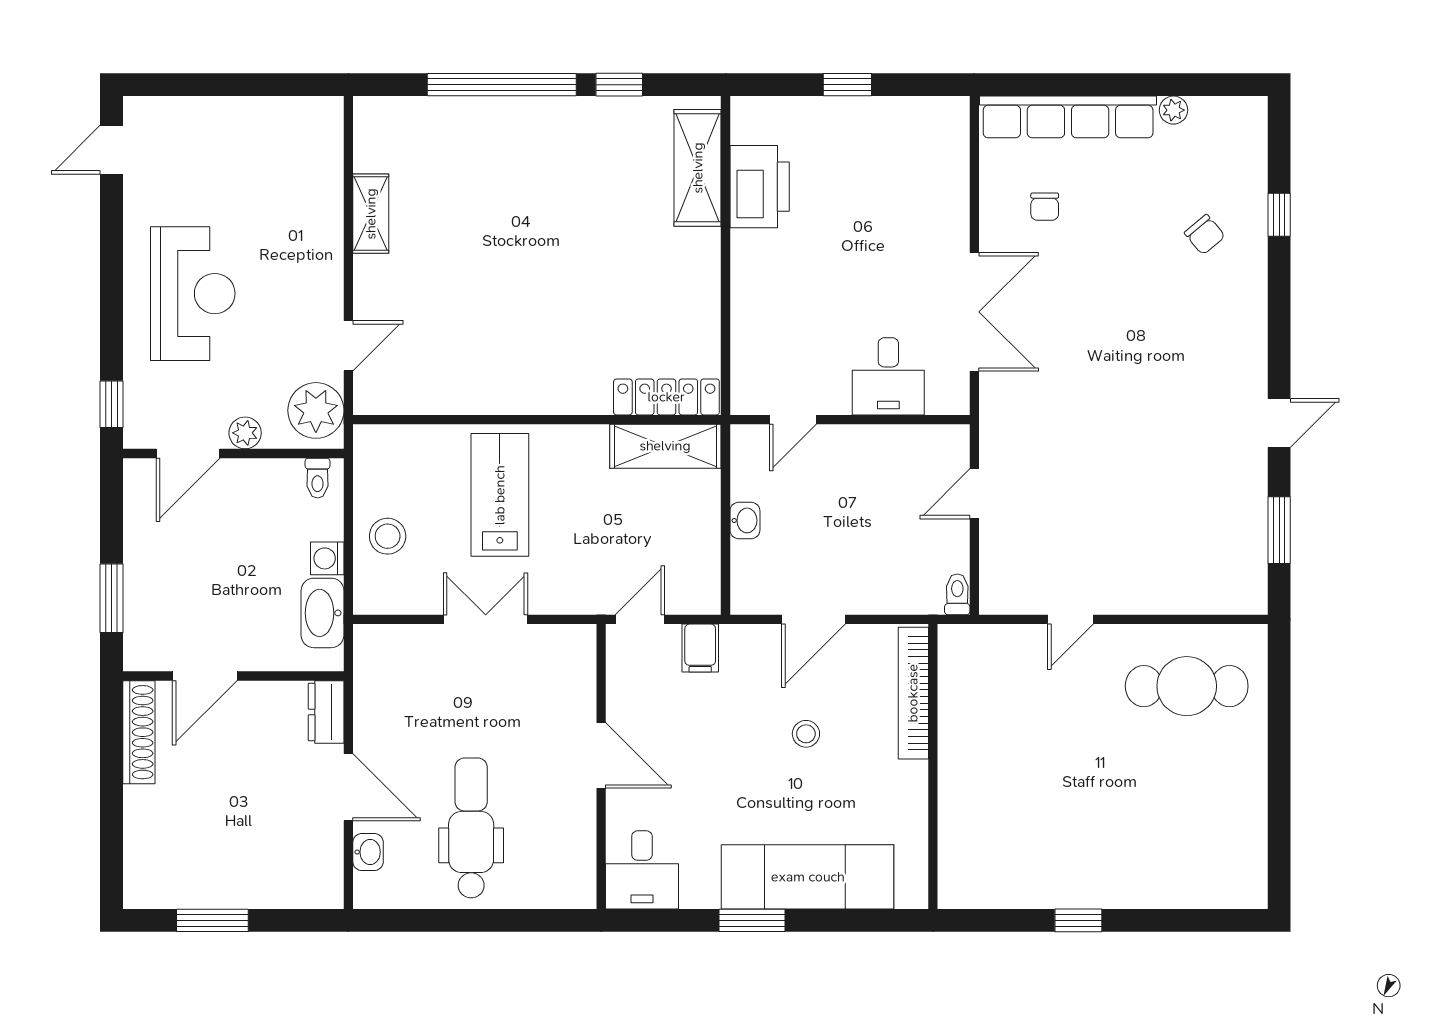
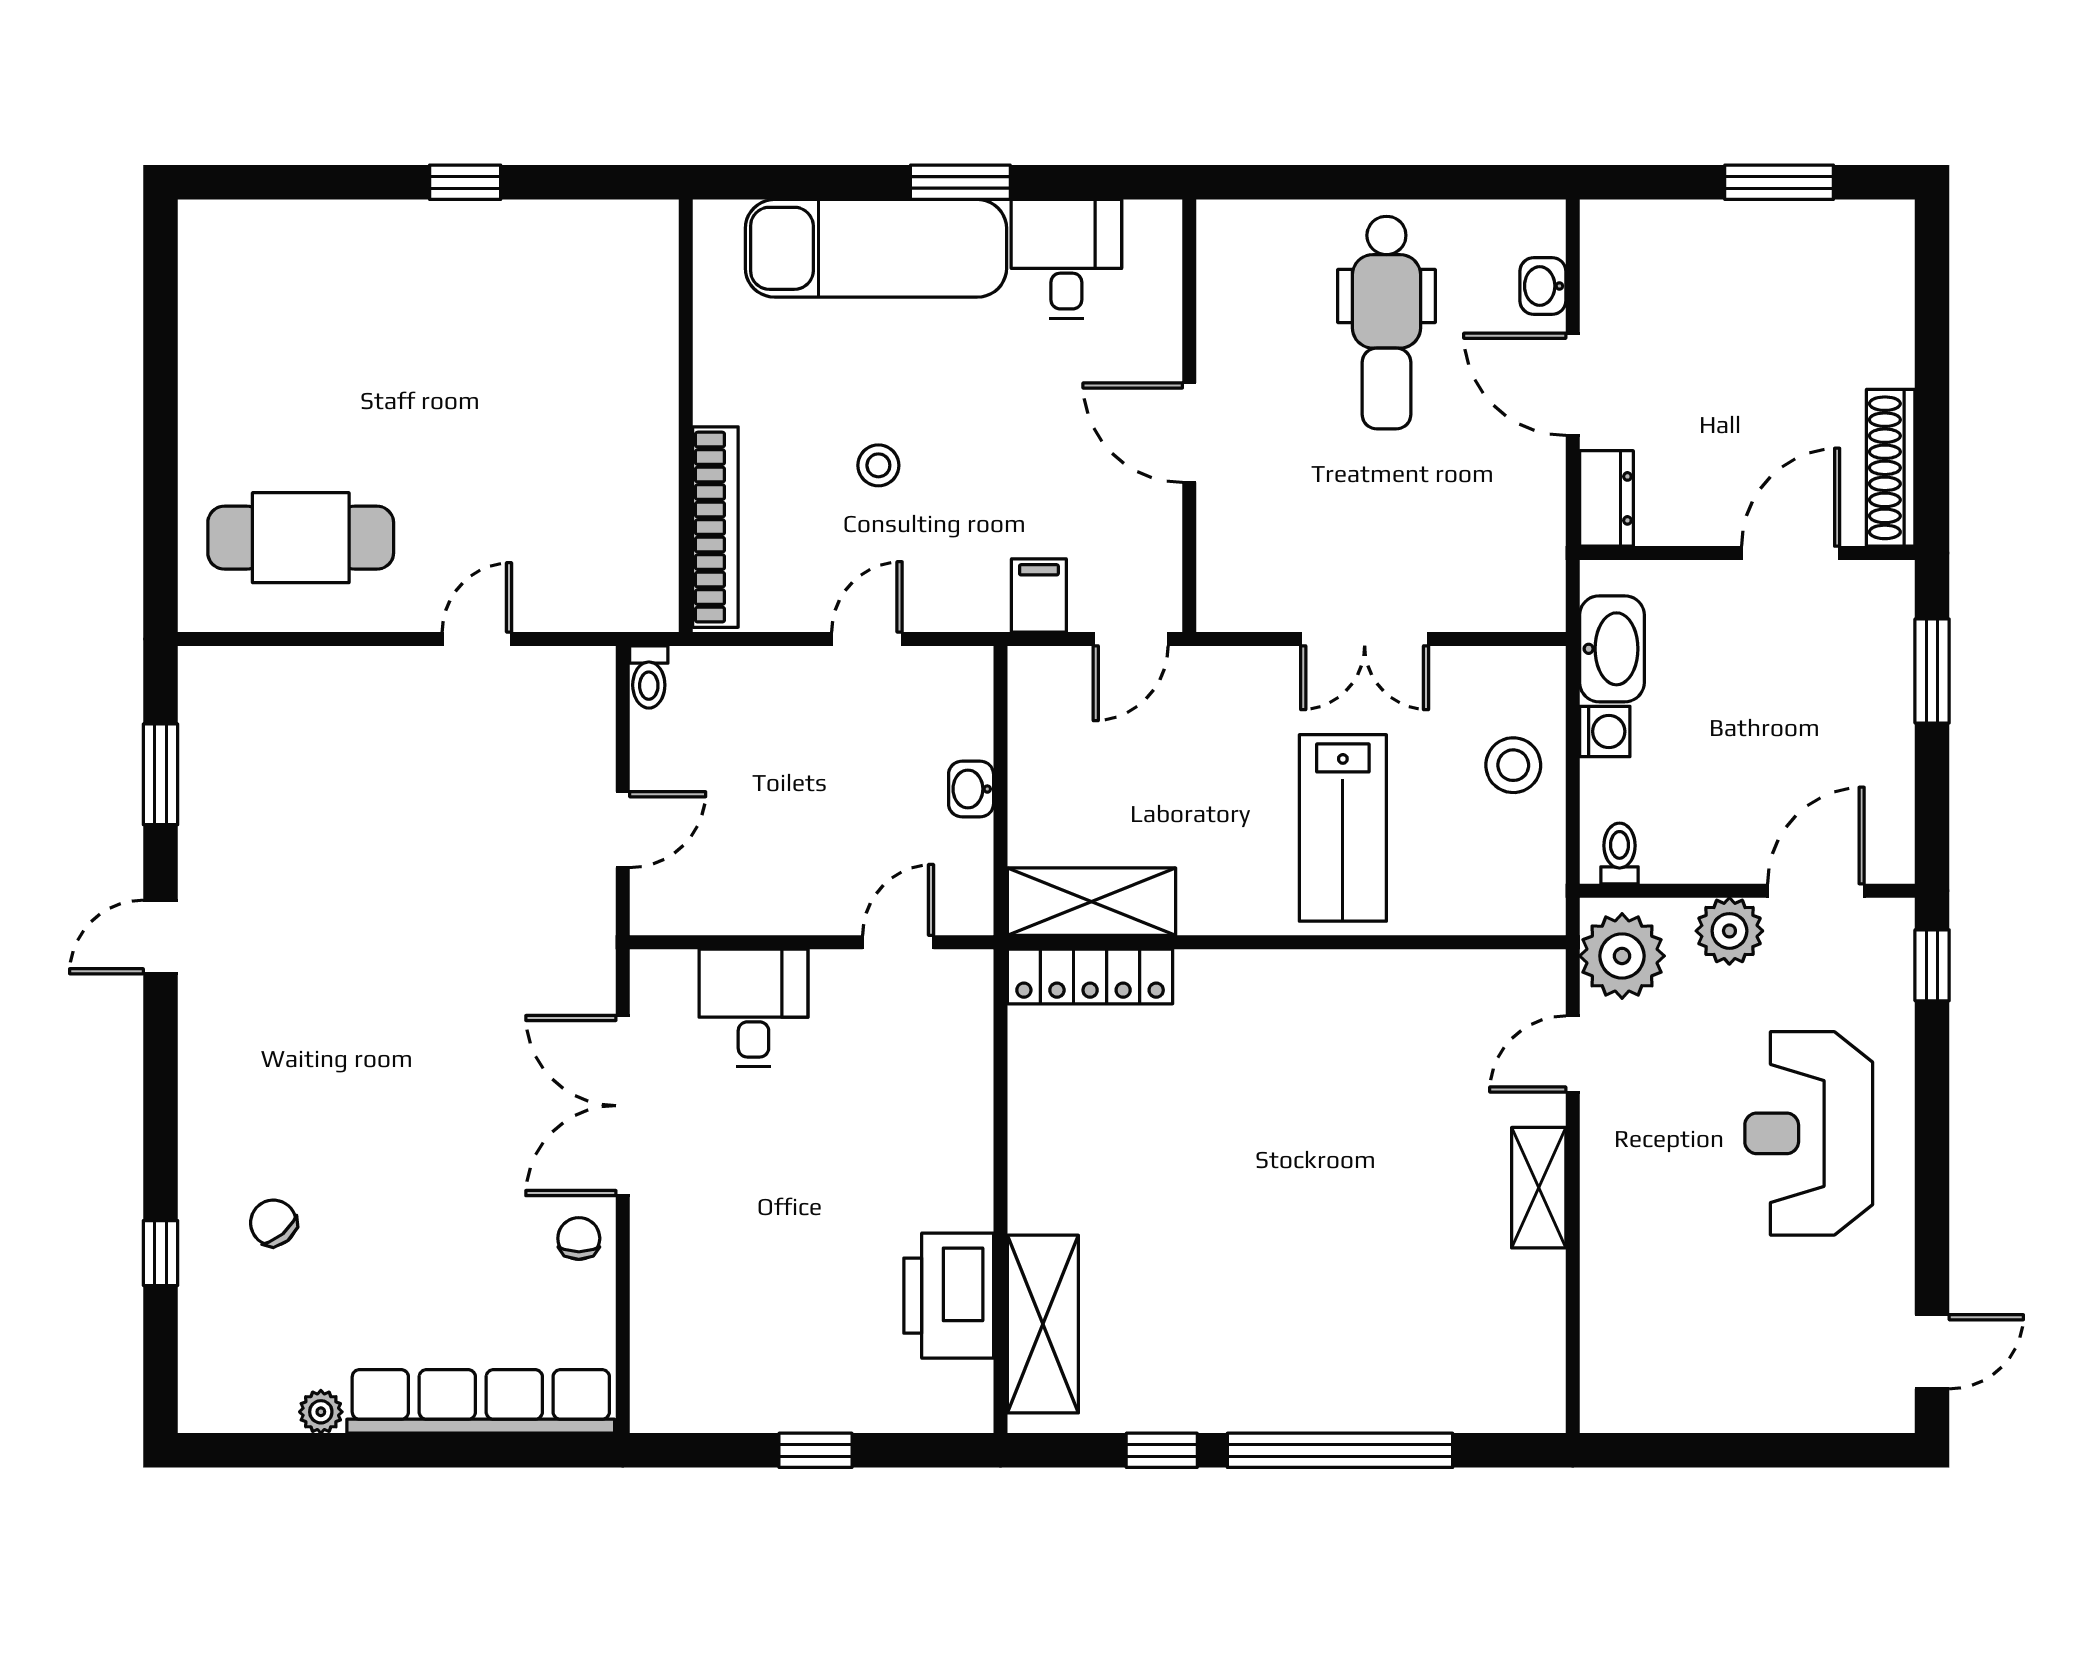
chair: (1045, 207) -> (579, 1238), moved
shelving: (371, 214) -> (1539, 1188), moved
plant: (245, 433) -> (1729, 931), width x1.38, depth x1.38
door: (814, 619) -> (867, 639), width x0.73
desk: (642, 870) -> (1066, 259), moved

